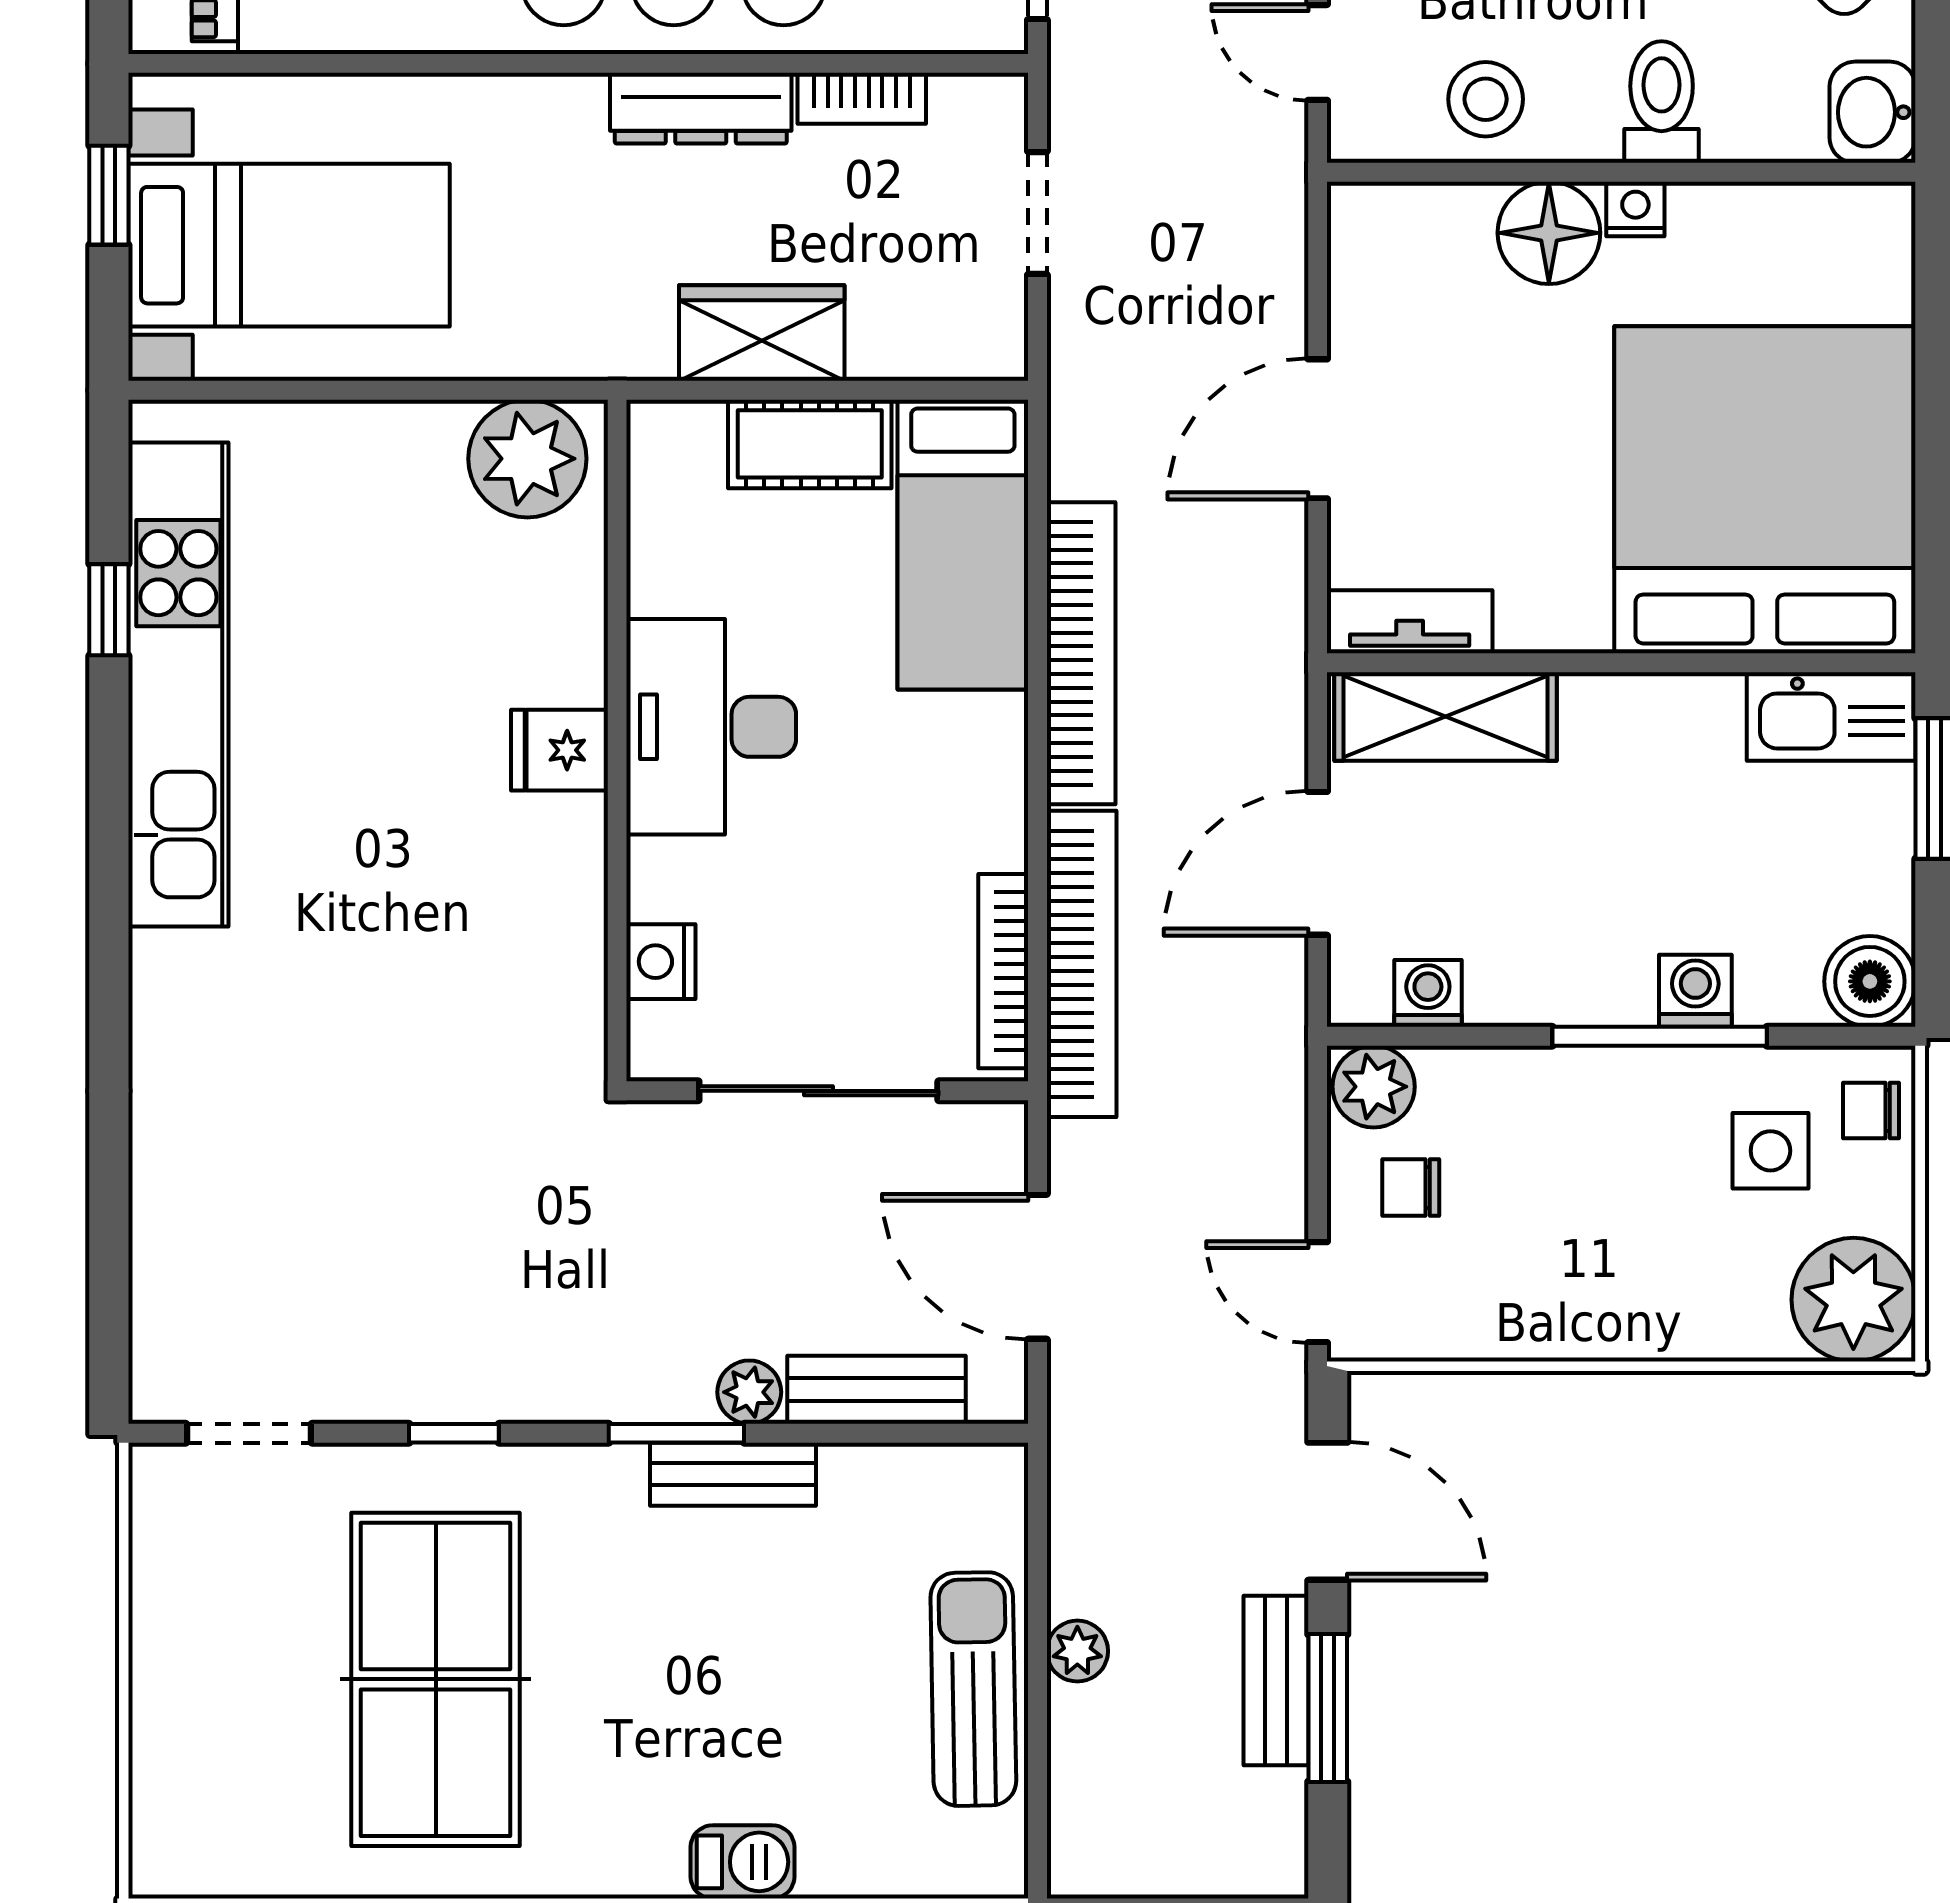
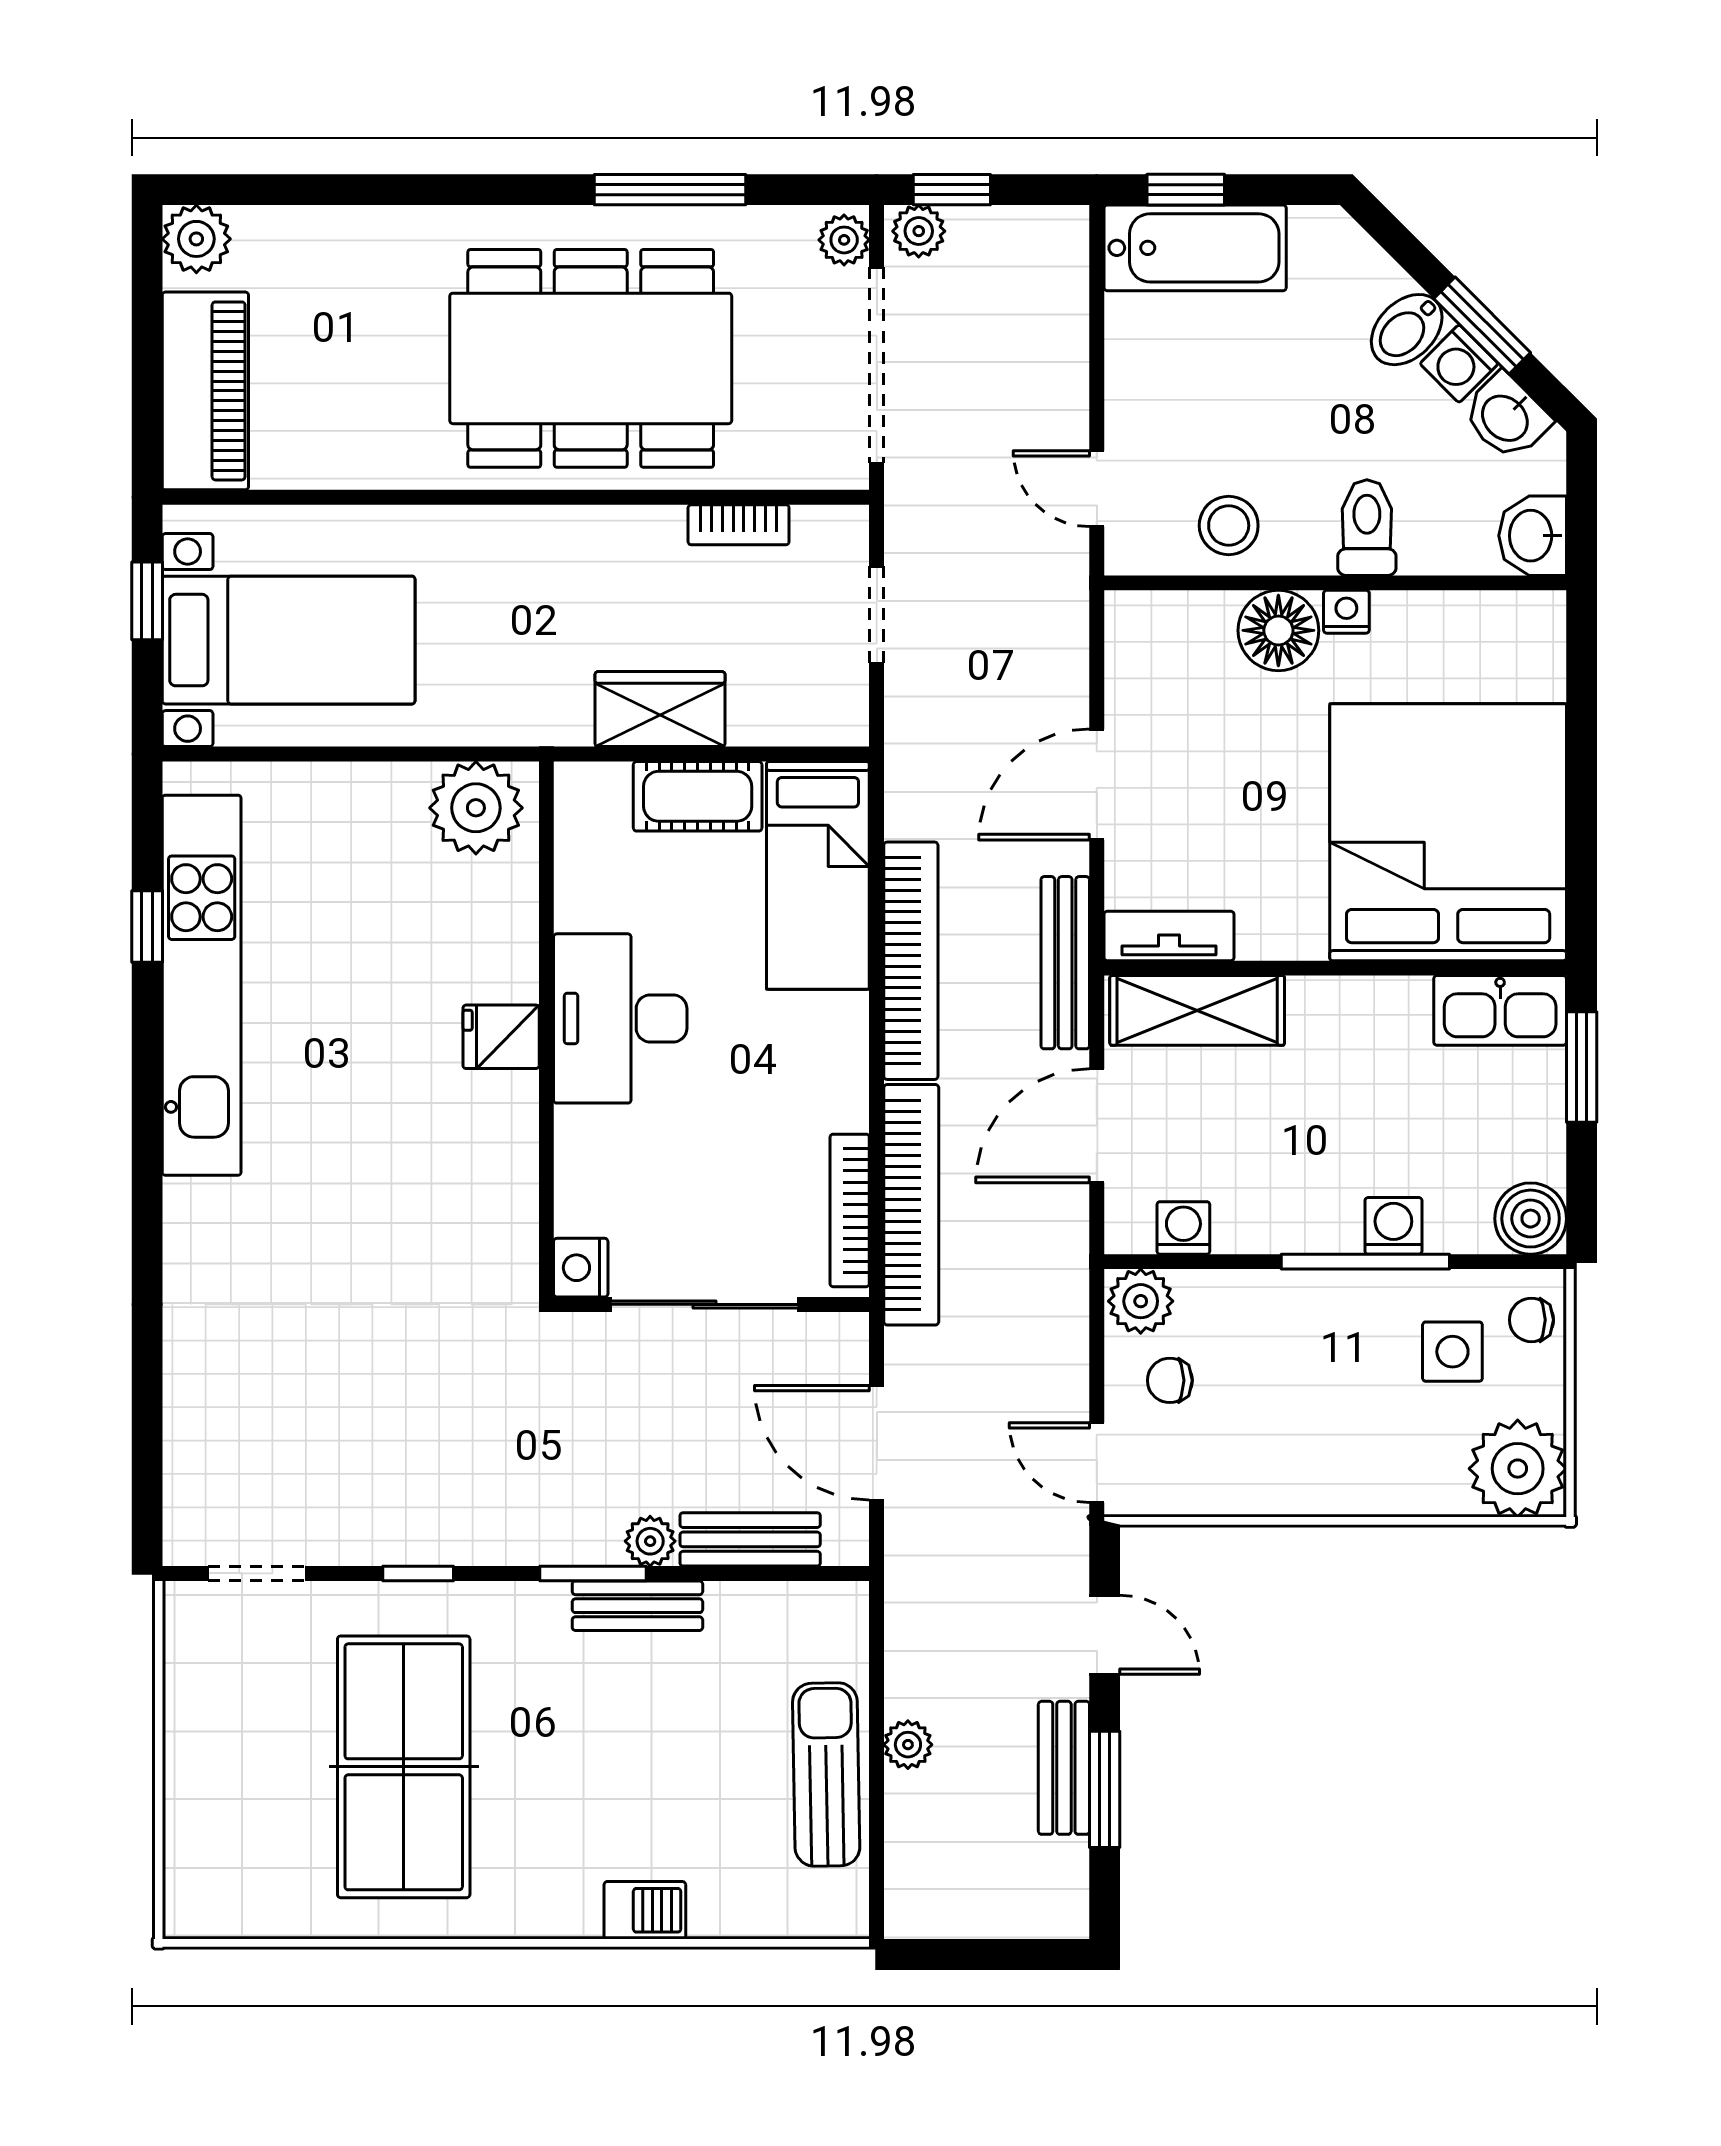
dresser: (701, 108) -> (612, 532), removed
bench: (1278, 656) -> (1065, 963), added
nightstand: (661, 962) -> (581, 1268), moved
door: (1328, 1511) -> (1105, 1635), width x0.73

